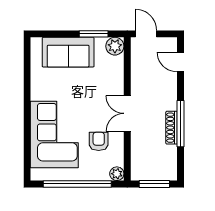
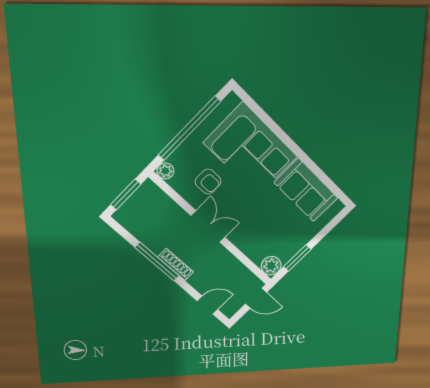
sofa: (68, 52) -> (306, 190), moved, turned -90
shoe rack: (172, 128) -> (176, 265), moved

